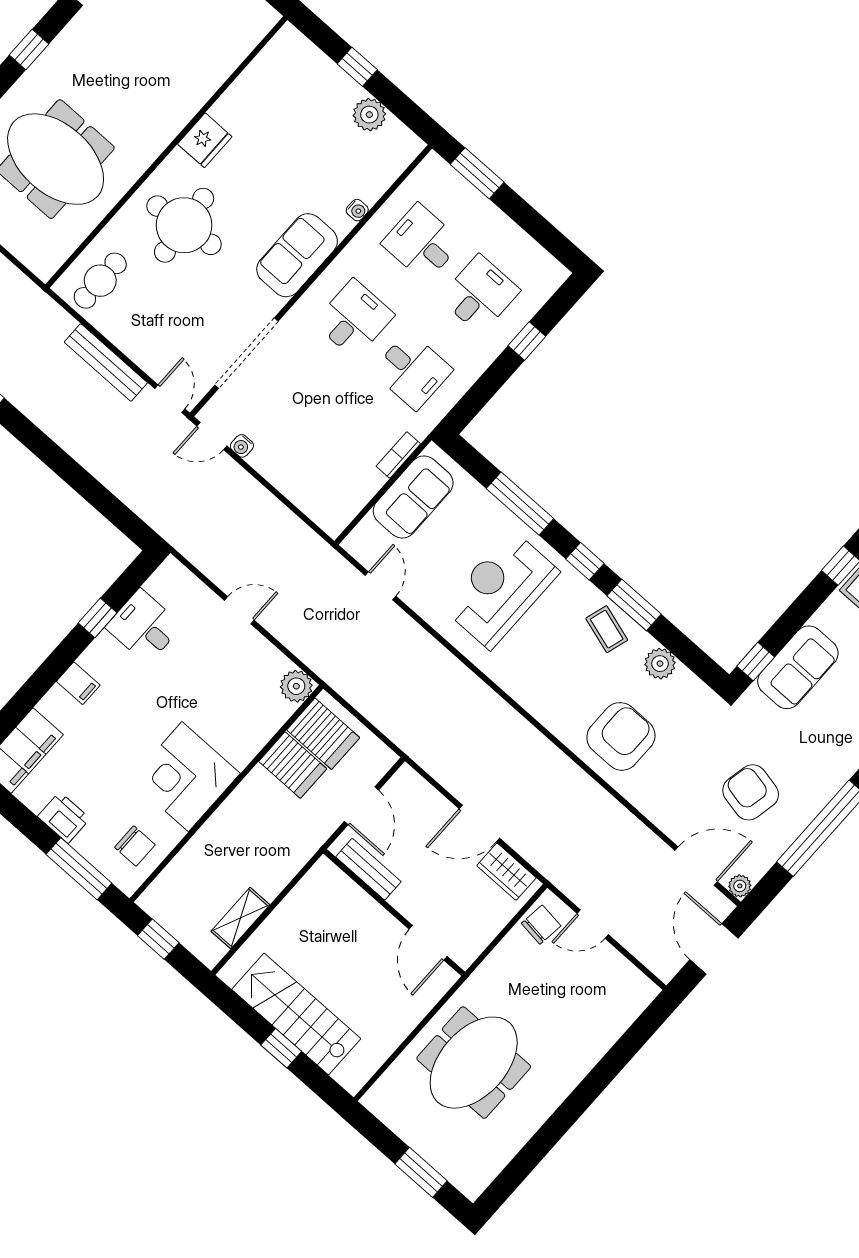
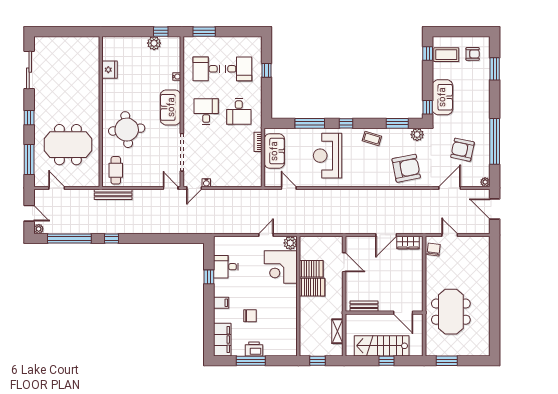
window: (357, 67) -> (161, 32), moved
fridge: (205, 140) -> (110, 70), moved
desk: (480, 294) -> (239, 69), turned 90
bench: (106, 362) -> (113, 194), moved
desk: (412, 370) -> (239, 112), turned 90
window: (634, 605) -> (397, 123), moved
door: (239, 610) -> (266, 235), moved
plant: (660, 664) -> (417, 135), moved
server rack: (323, 734) -> (312, 287), moved
armchair: (621, 736) -> (406, 168), turned 79
corner desk: (185, 777) -> (281, 267), moved
chair: (135, 846) -> (250, 316), moved
door: (696, 866) -> (450, 188), moved
window: (79, 869) -> (251, 361), moved
bench: (368, 869) -> (364, 306), moved
wall: (394, 913) -> (384, 313), moved
door: (593, 924) -> (450, 235), swing flipped
door: (428, 943) -> (403, 313), moved
window: (421, 1172) -> (447, 361), moved

